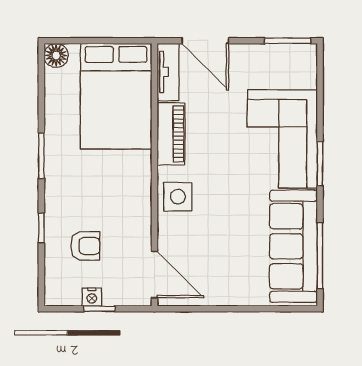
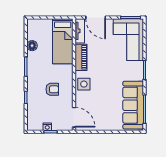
floor lamp: (56, 55) -> (32, 46), moved
bed: (116, 96) -> (63, 41), width x0.67
corner sofa: (282, 139) -> (128, 40), moved
armchair: (85, 246) -> (52, 89), moved

